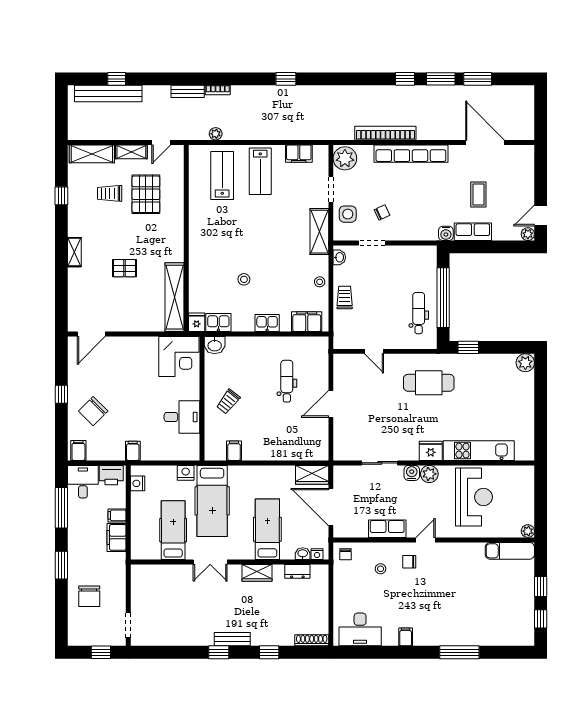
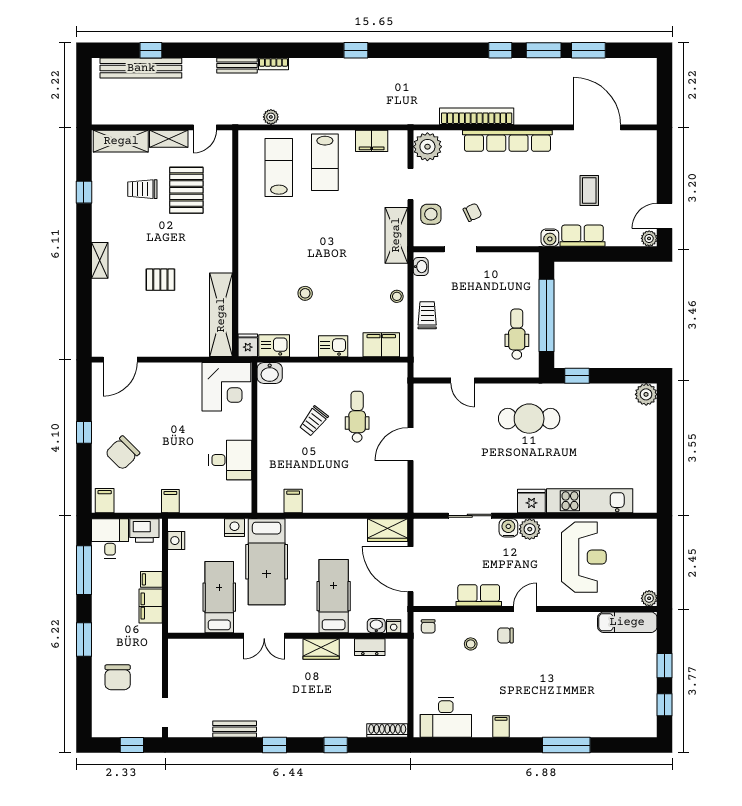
trolley: (228, 402) -> (313, 421), moved
bench: (232, 639) -> (235, 729), moved

